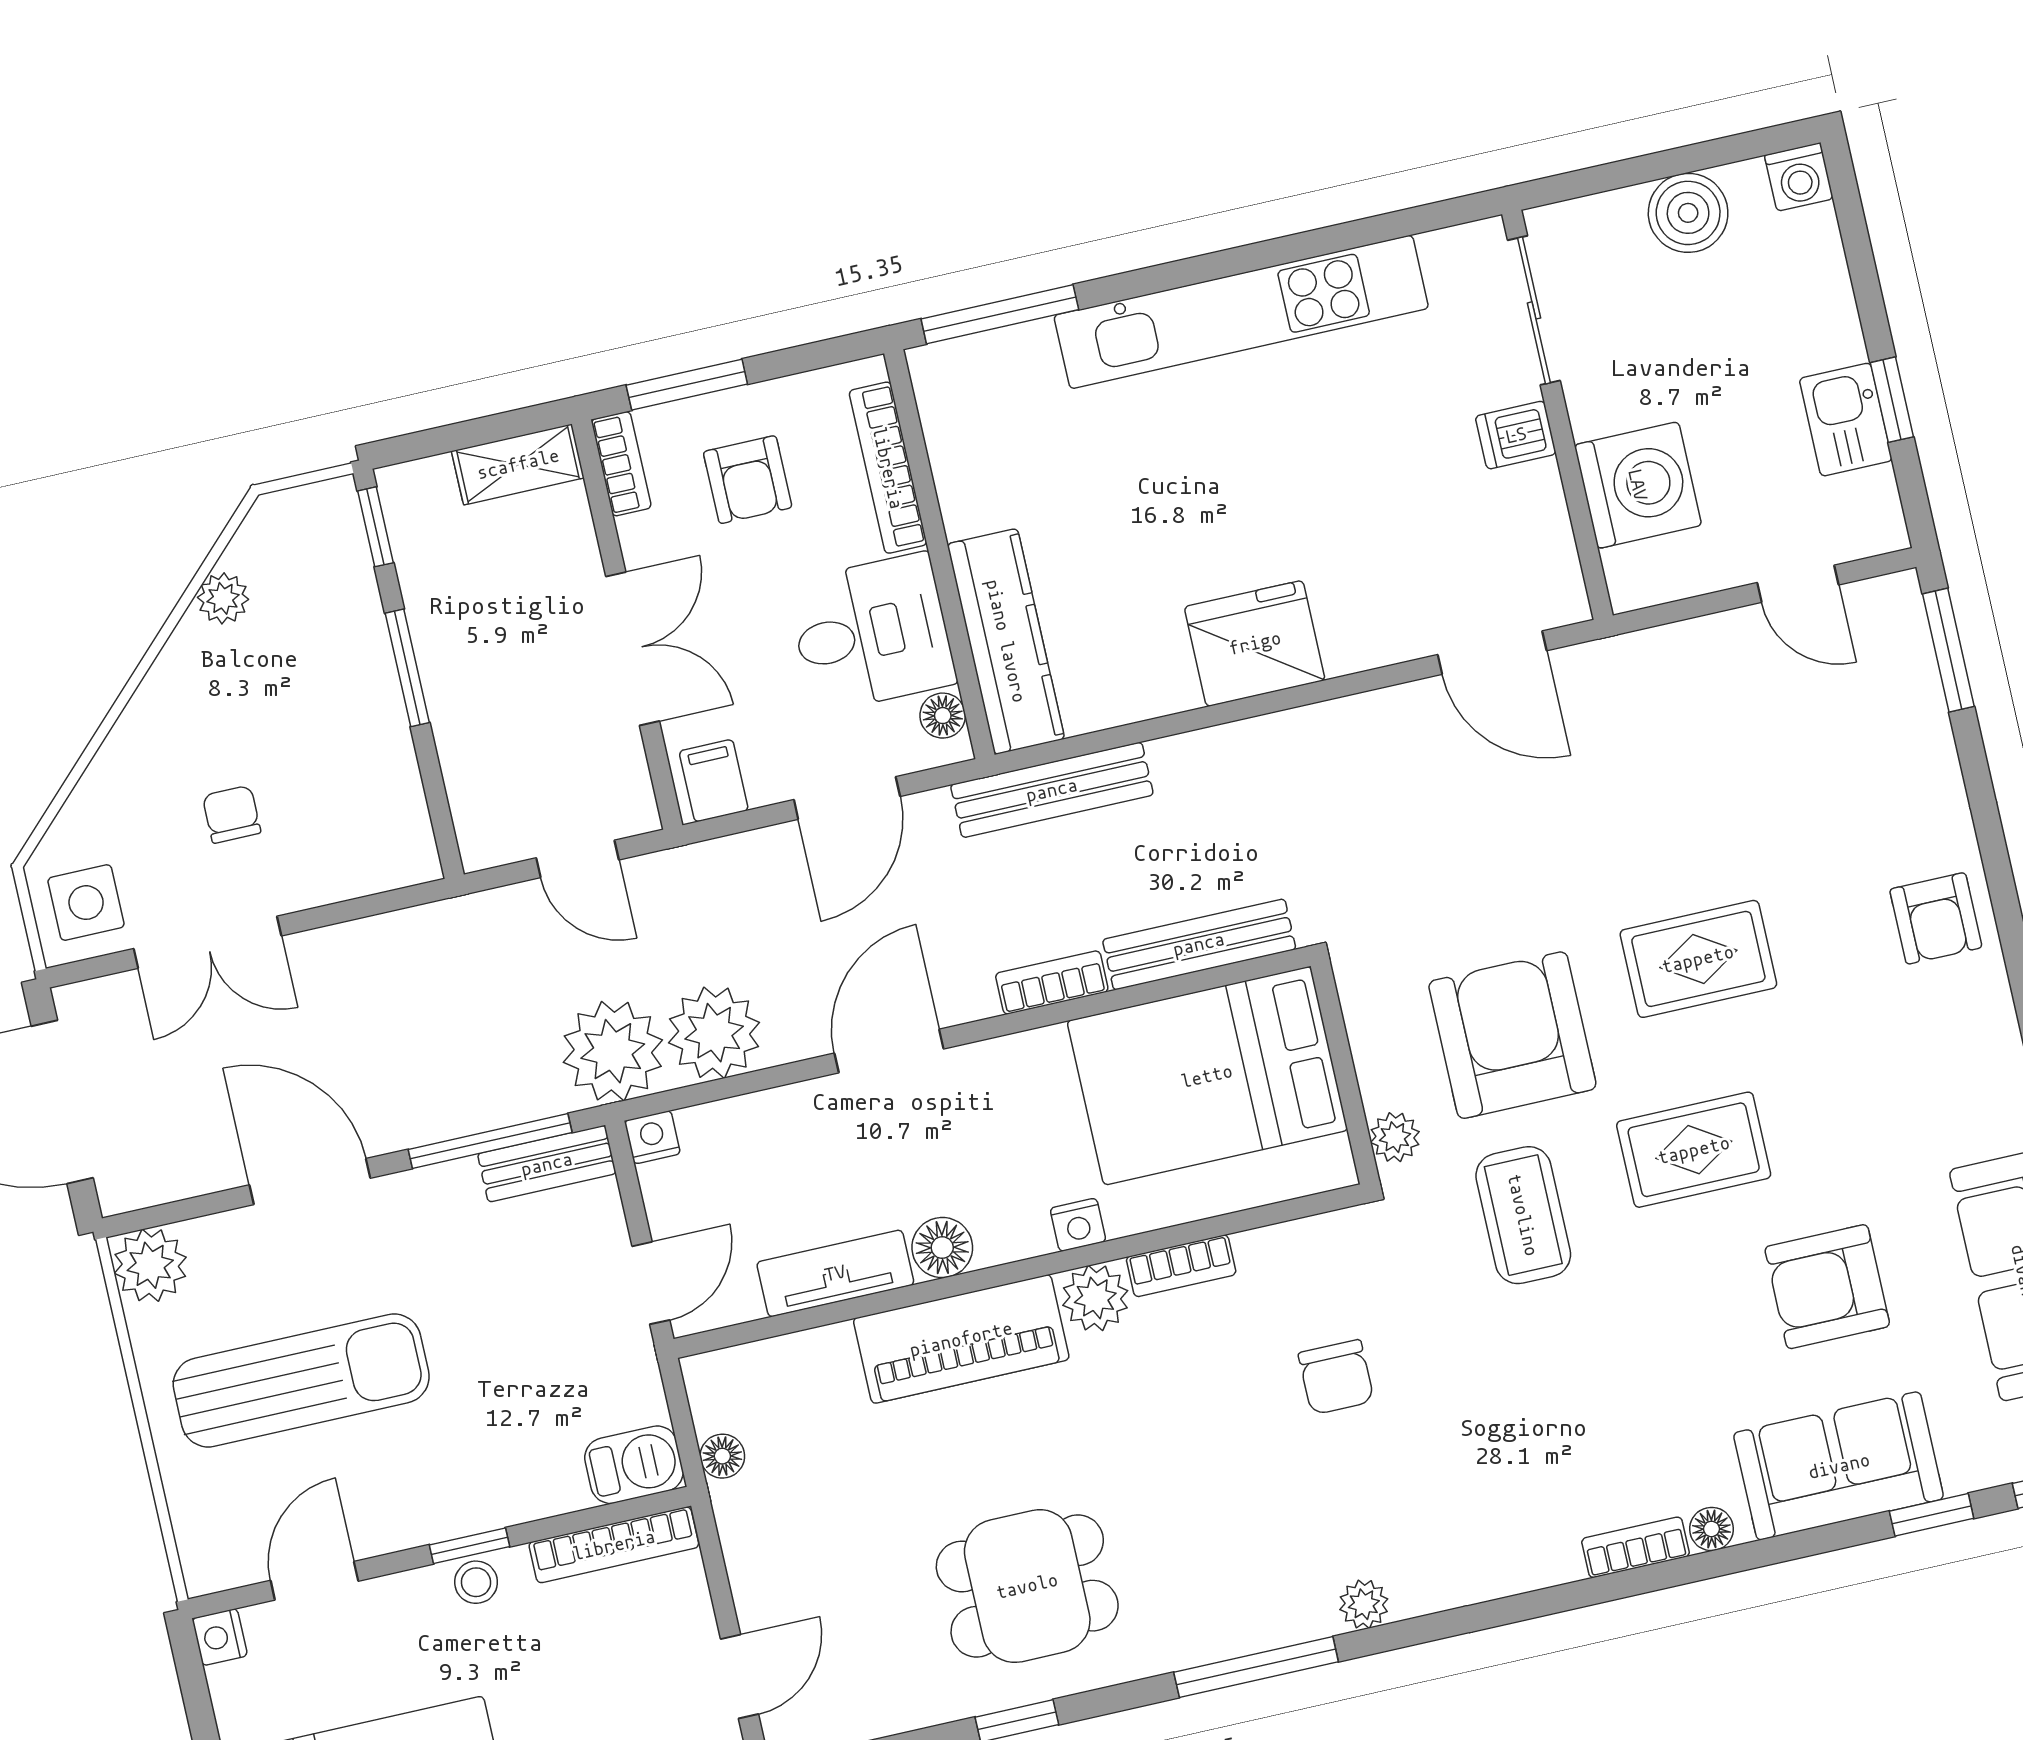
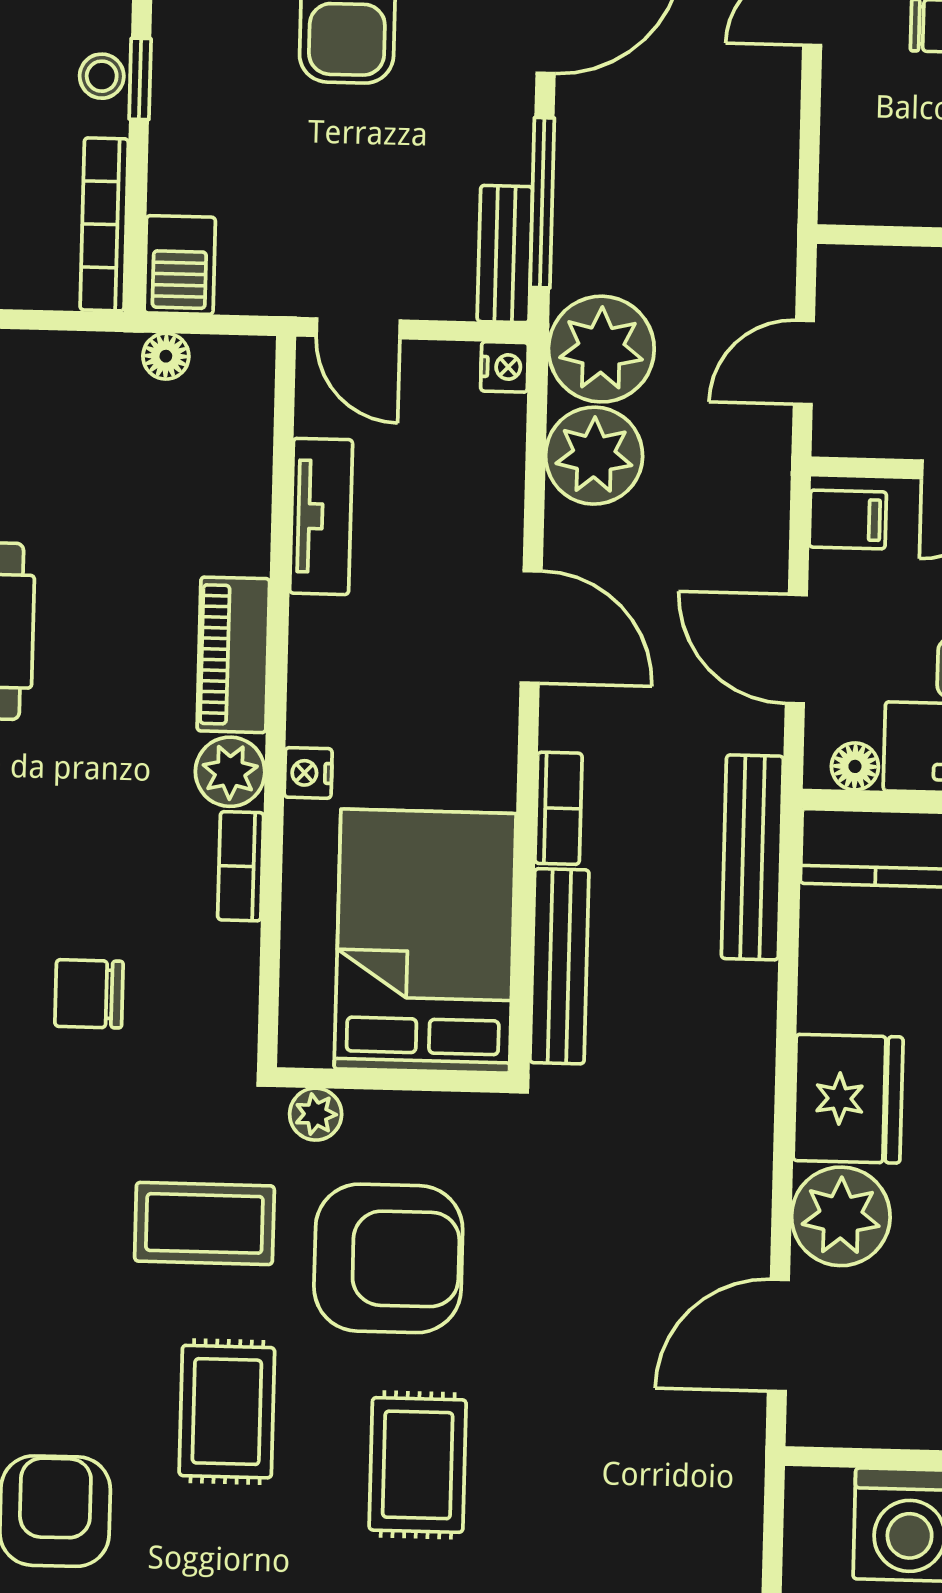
plant: (1366, 622) -> (841, 1216), added
floor lamp: (942, 1248) -> (320, 631), removed
piano: (961, 1339) -> (233, 655), width x0.73, depth x0.75

